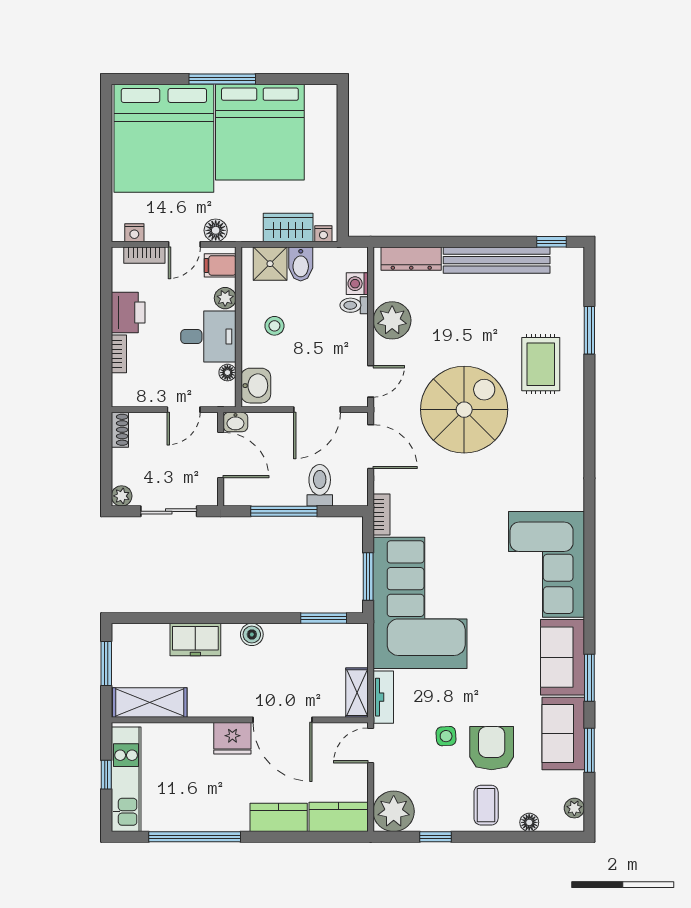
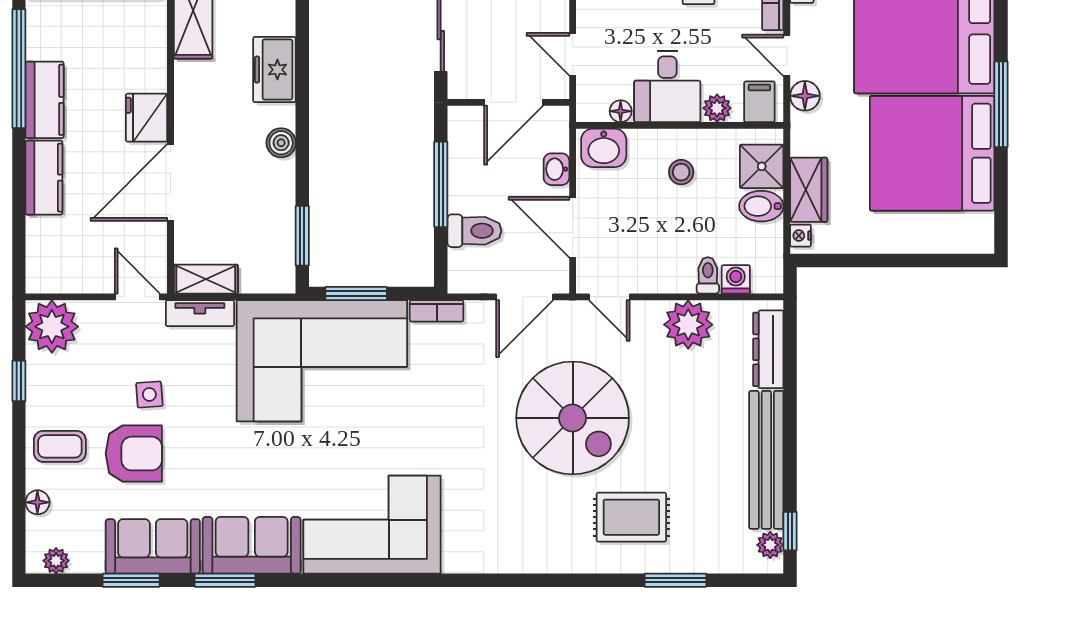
plant: (562, 257) -> (770, 545), added
washbasin: (235, 422) -> (556, 169), moved
kitchen counter: (339, 817) -> (45, 100), moved

